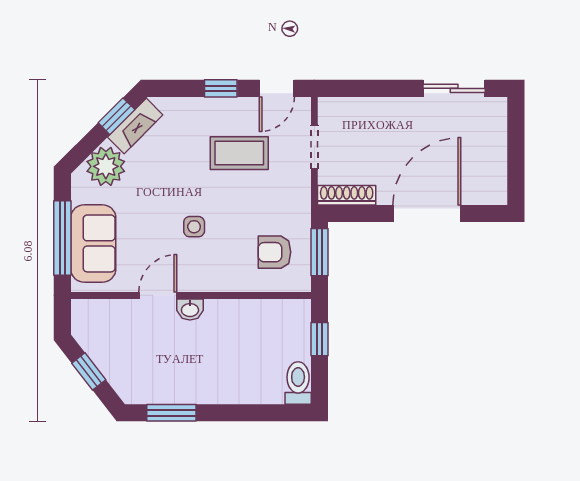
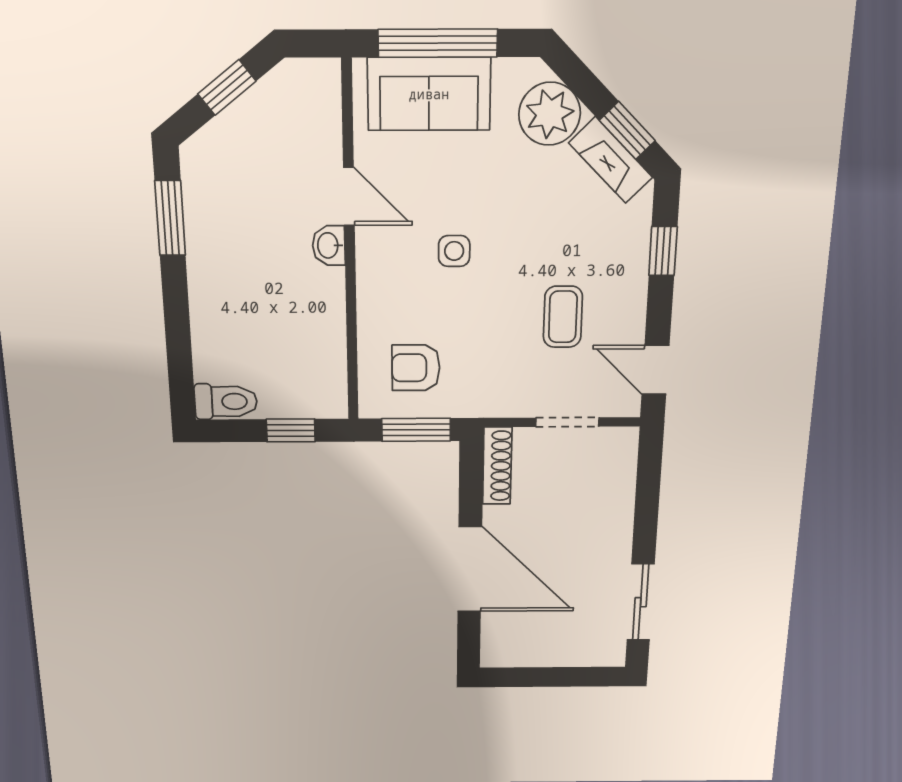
window: (221, 88) -> (663, 251), moved
coffee table: (239, 153) -> (563, 317), width x0.73, depth x0.77
armchair: (274, 252) -> (416, 368), turned -90

